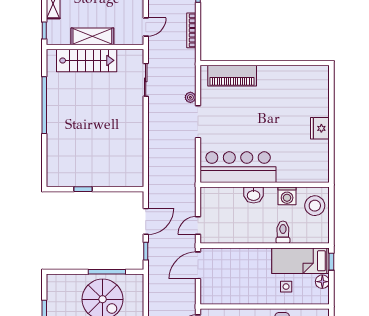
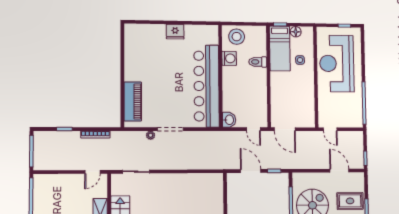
door: (146, 27) -> (92, 172), swing flipped
bar counter: (238, 167) -> (207, 86), width x1.36
washbasin: (254, 195) -> (229, 120), moved

